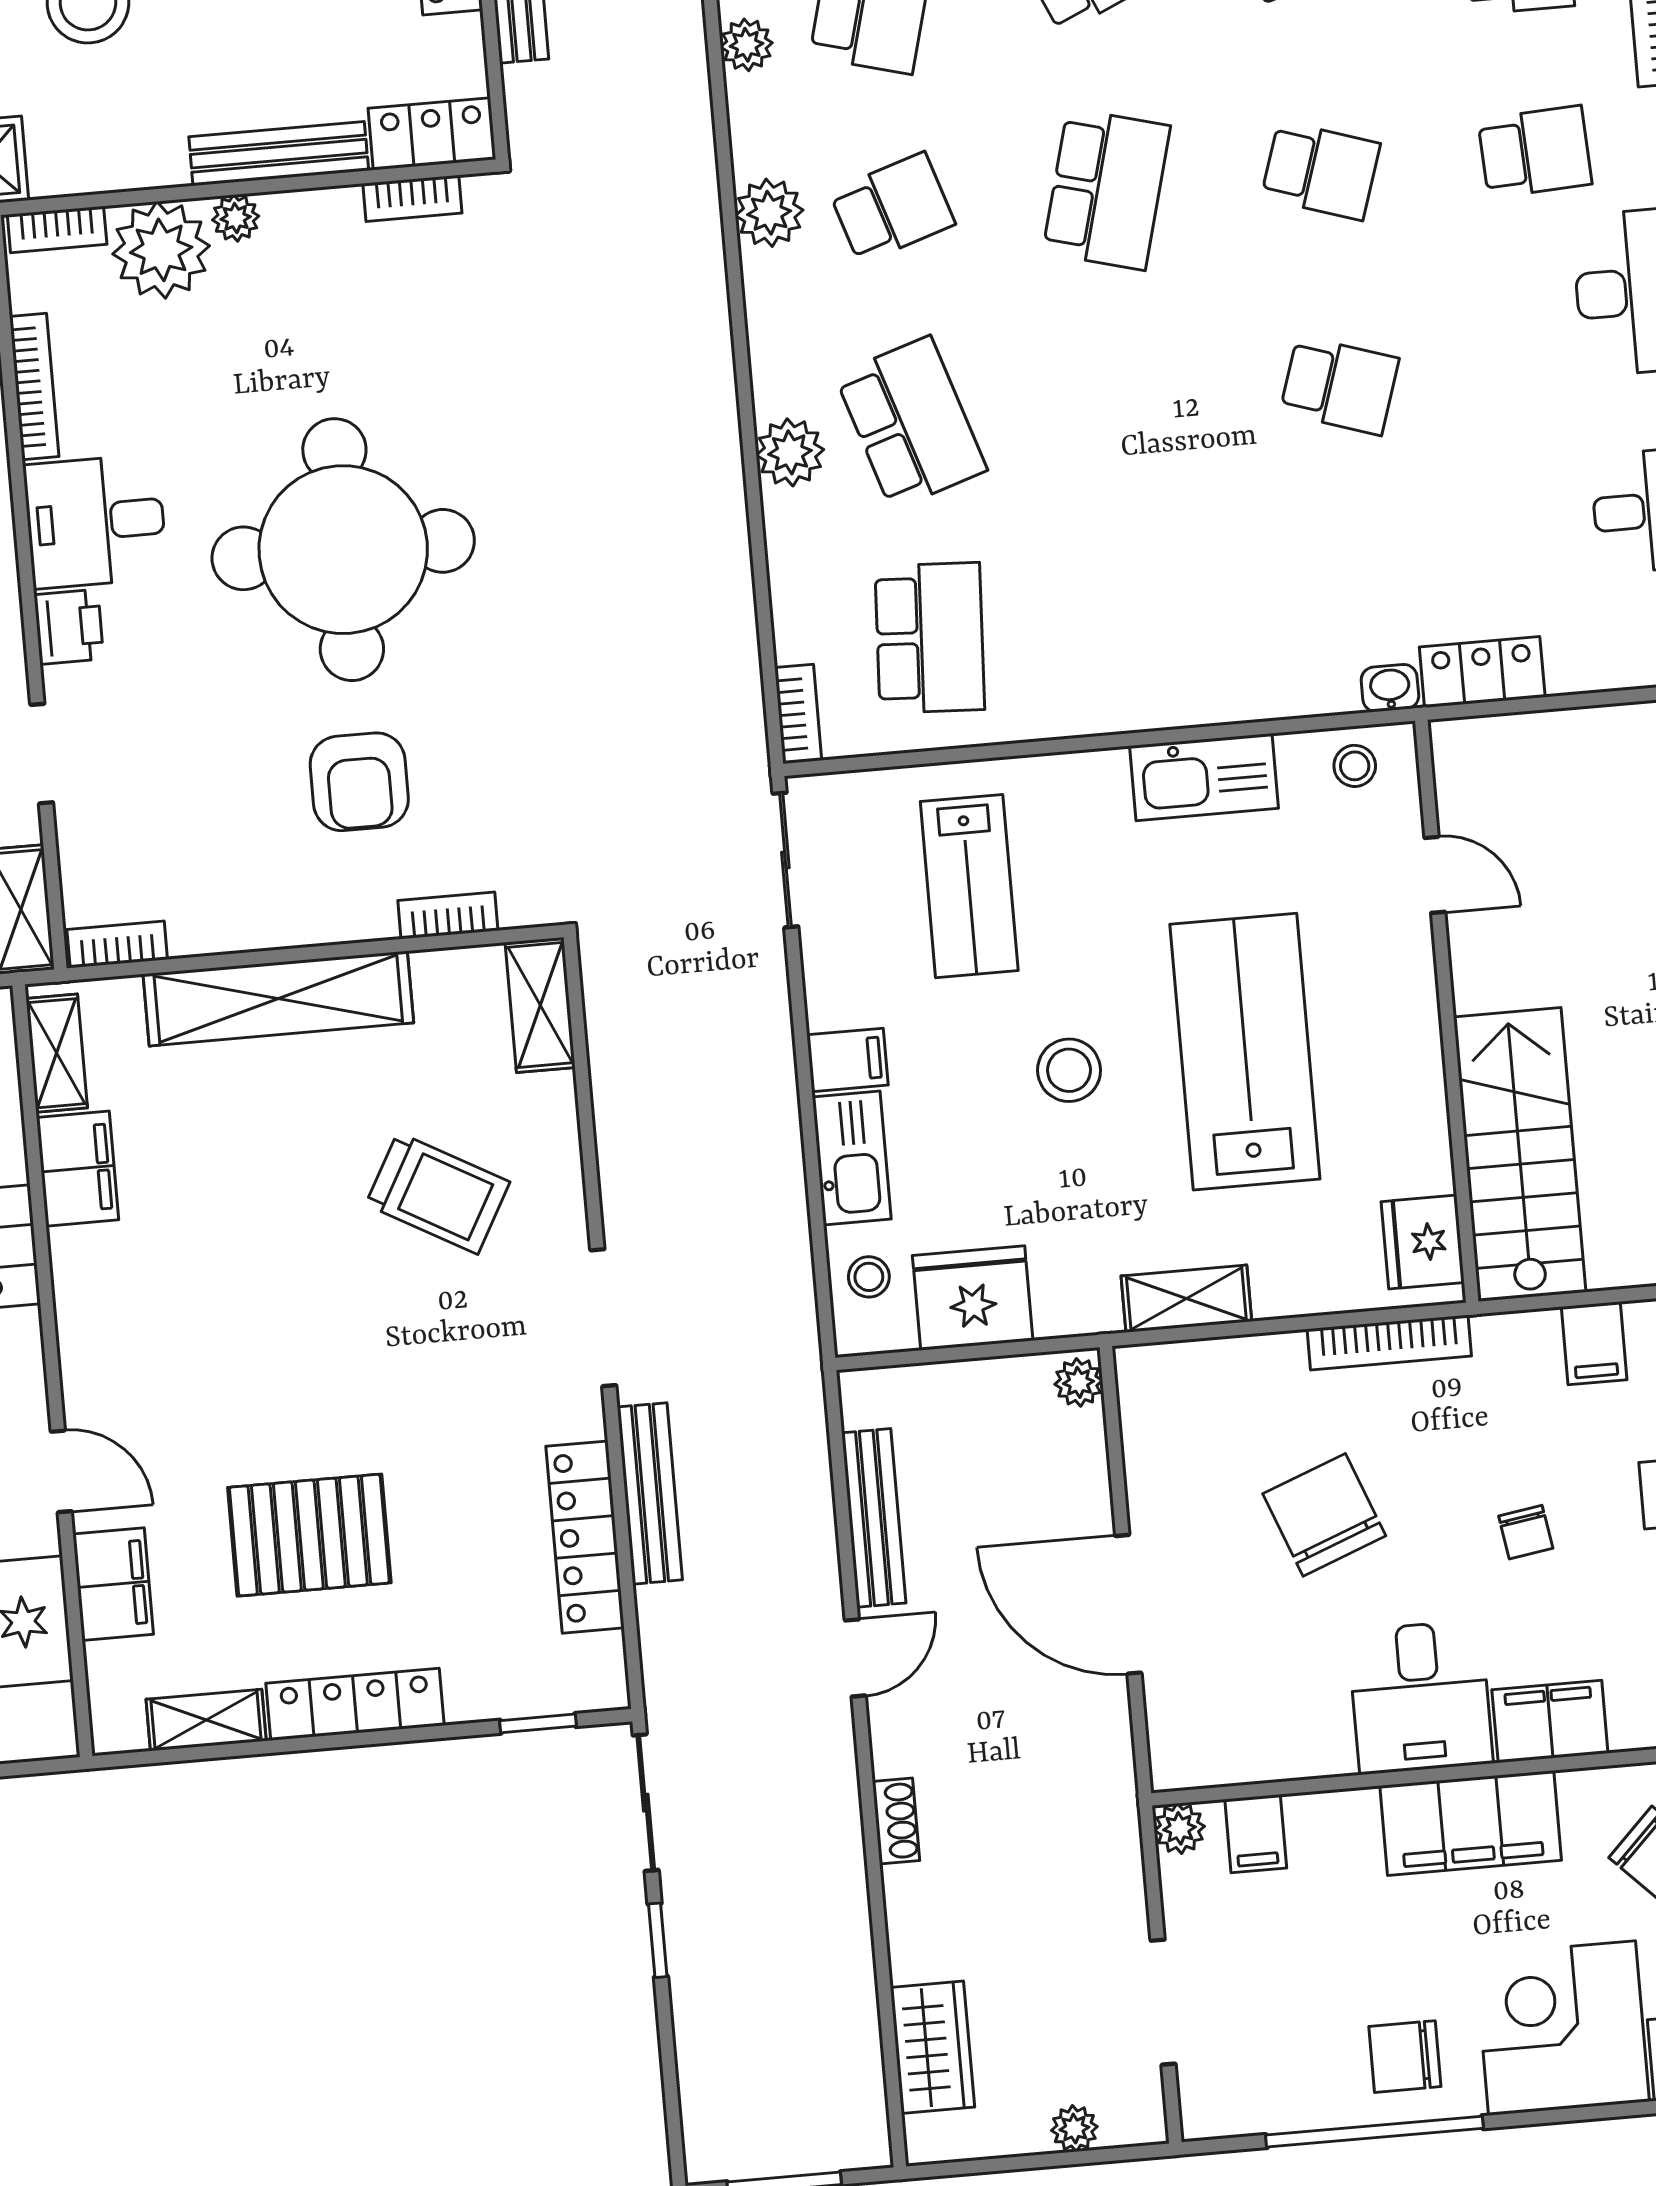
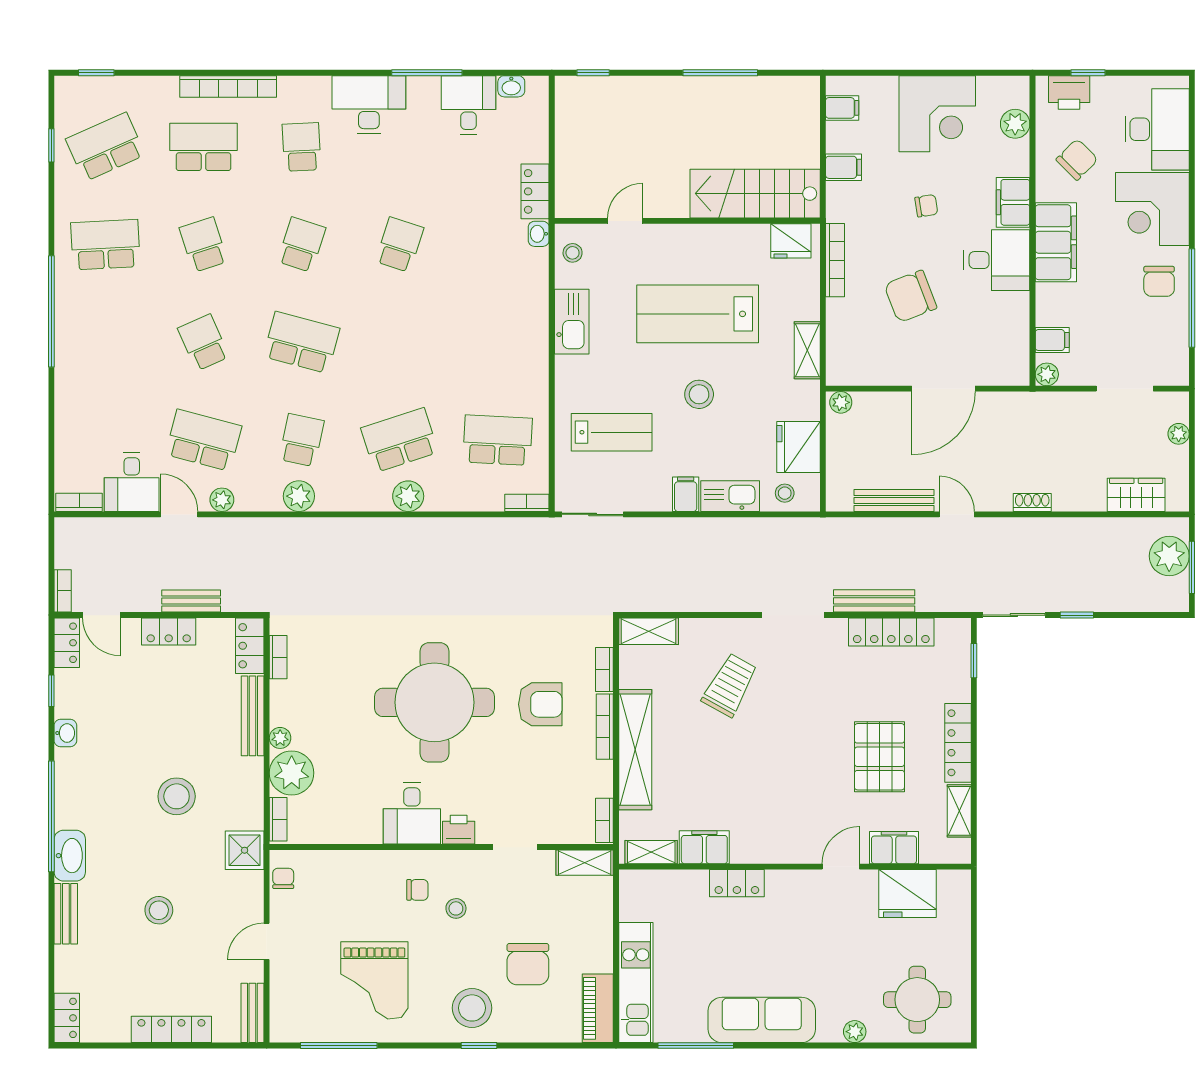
school desk: (892, 208) -> (302, 440), turned 30
bookcase: (34, 387) -> (605, 727), moved, turned -90
plant: (805, 2132) -> (1169, 556), added

